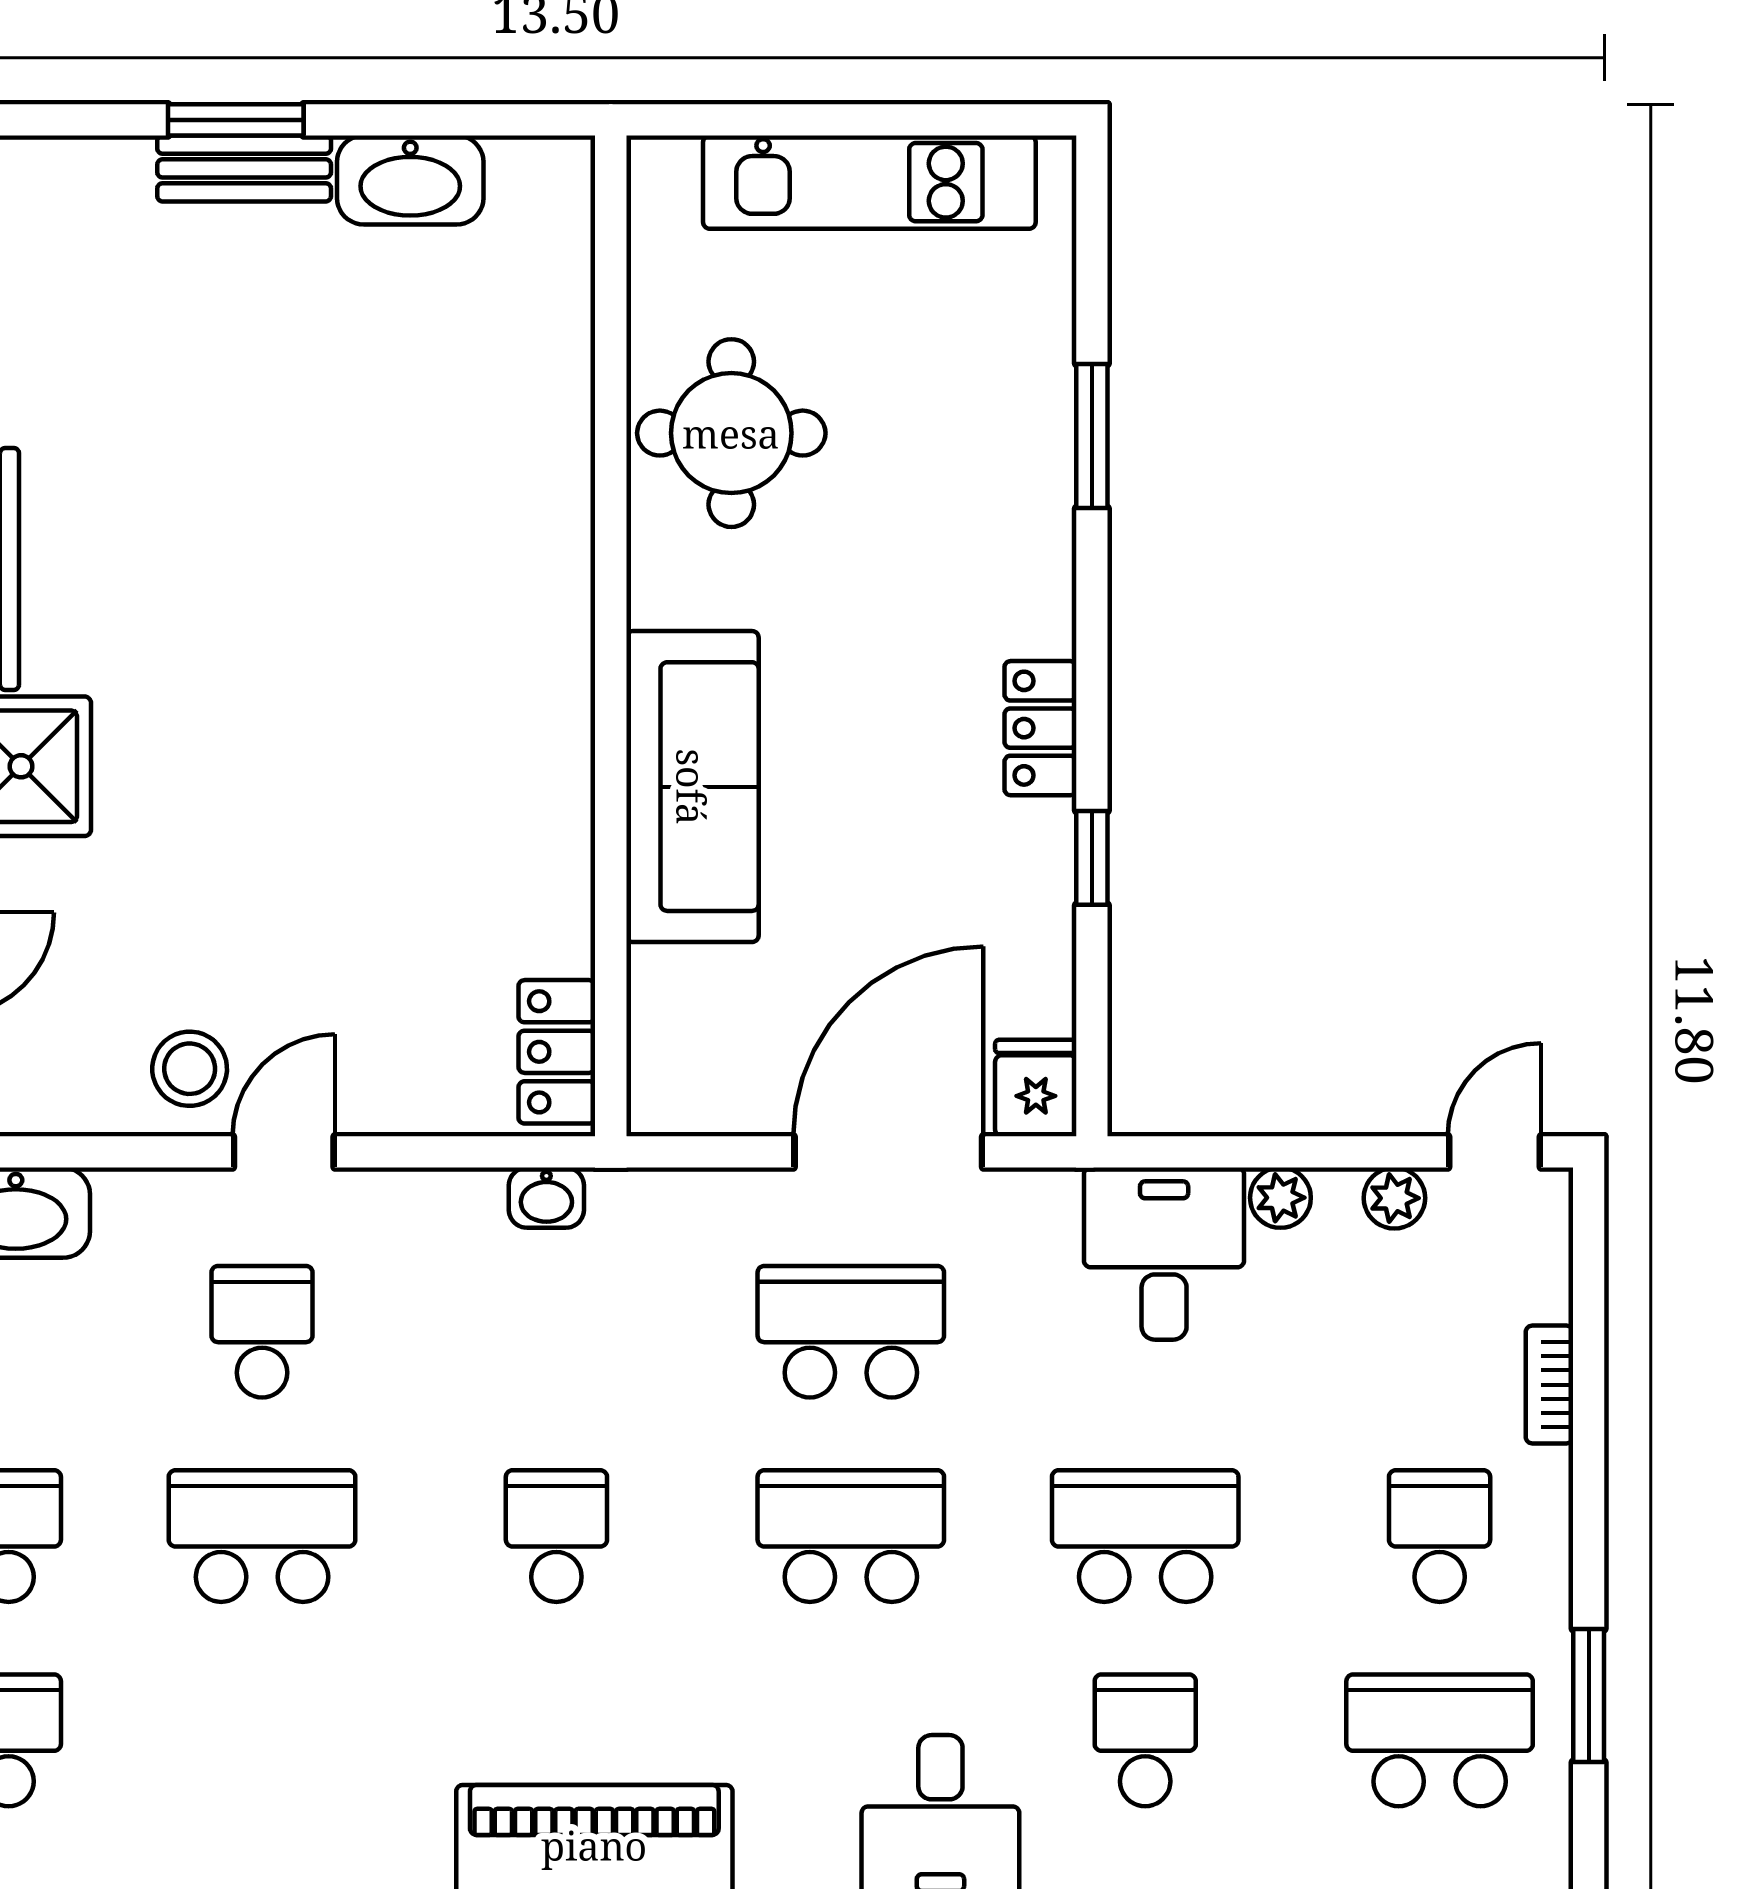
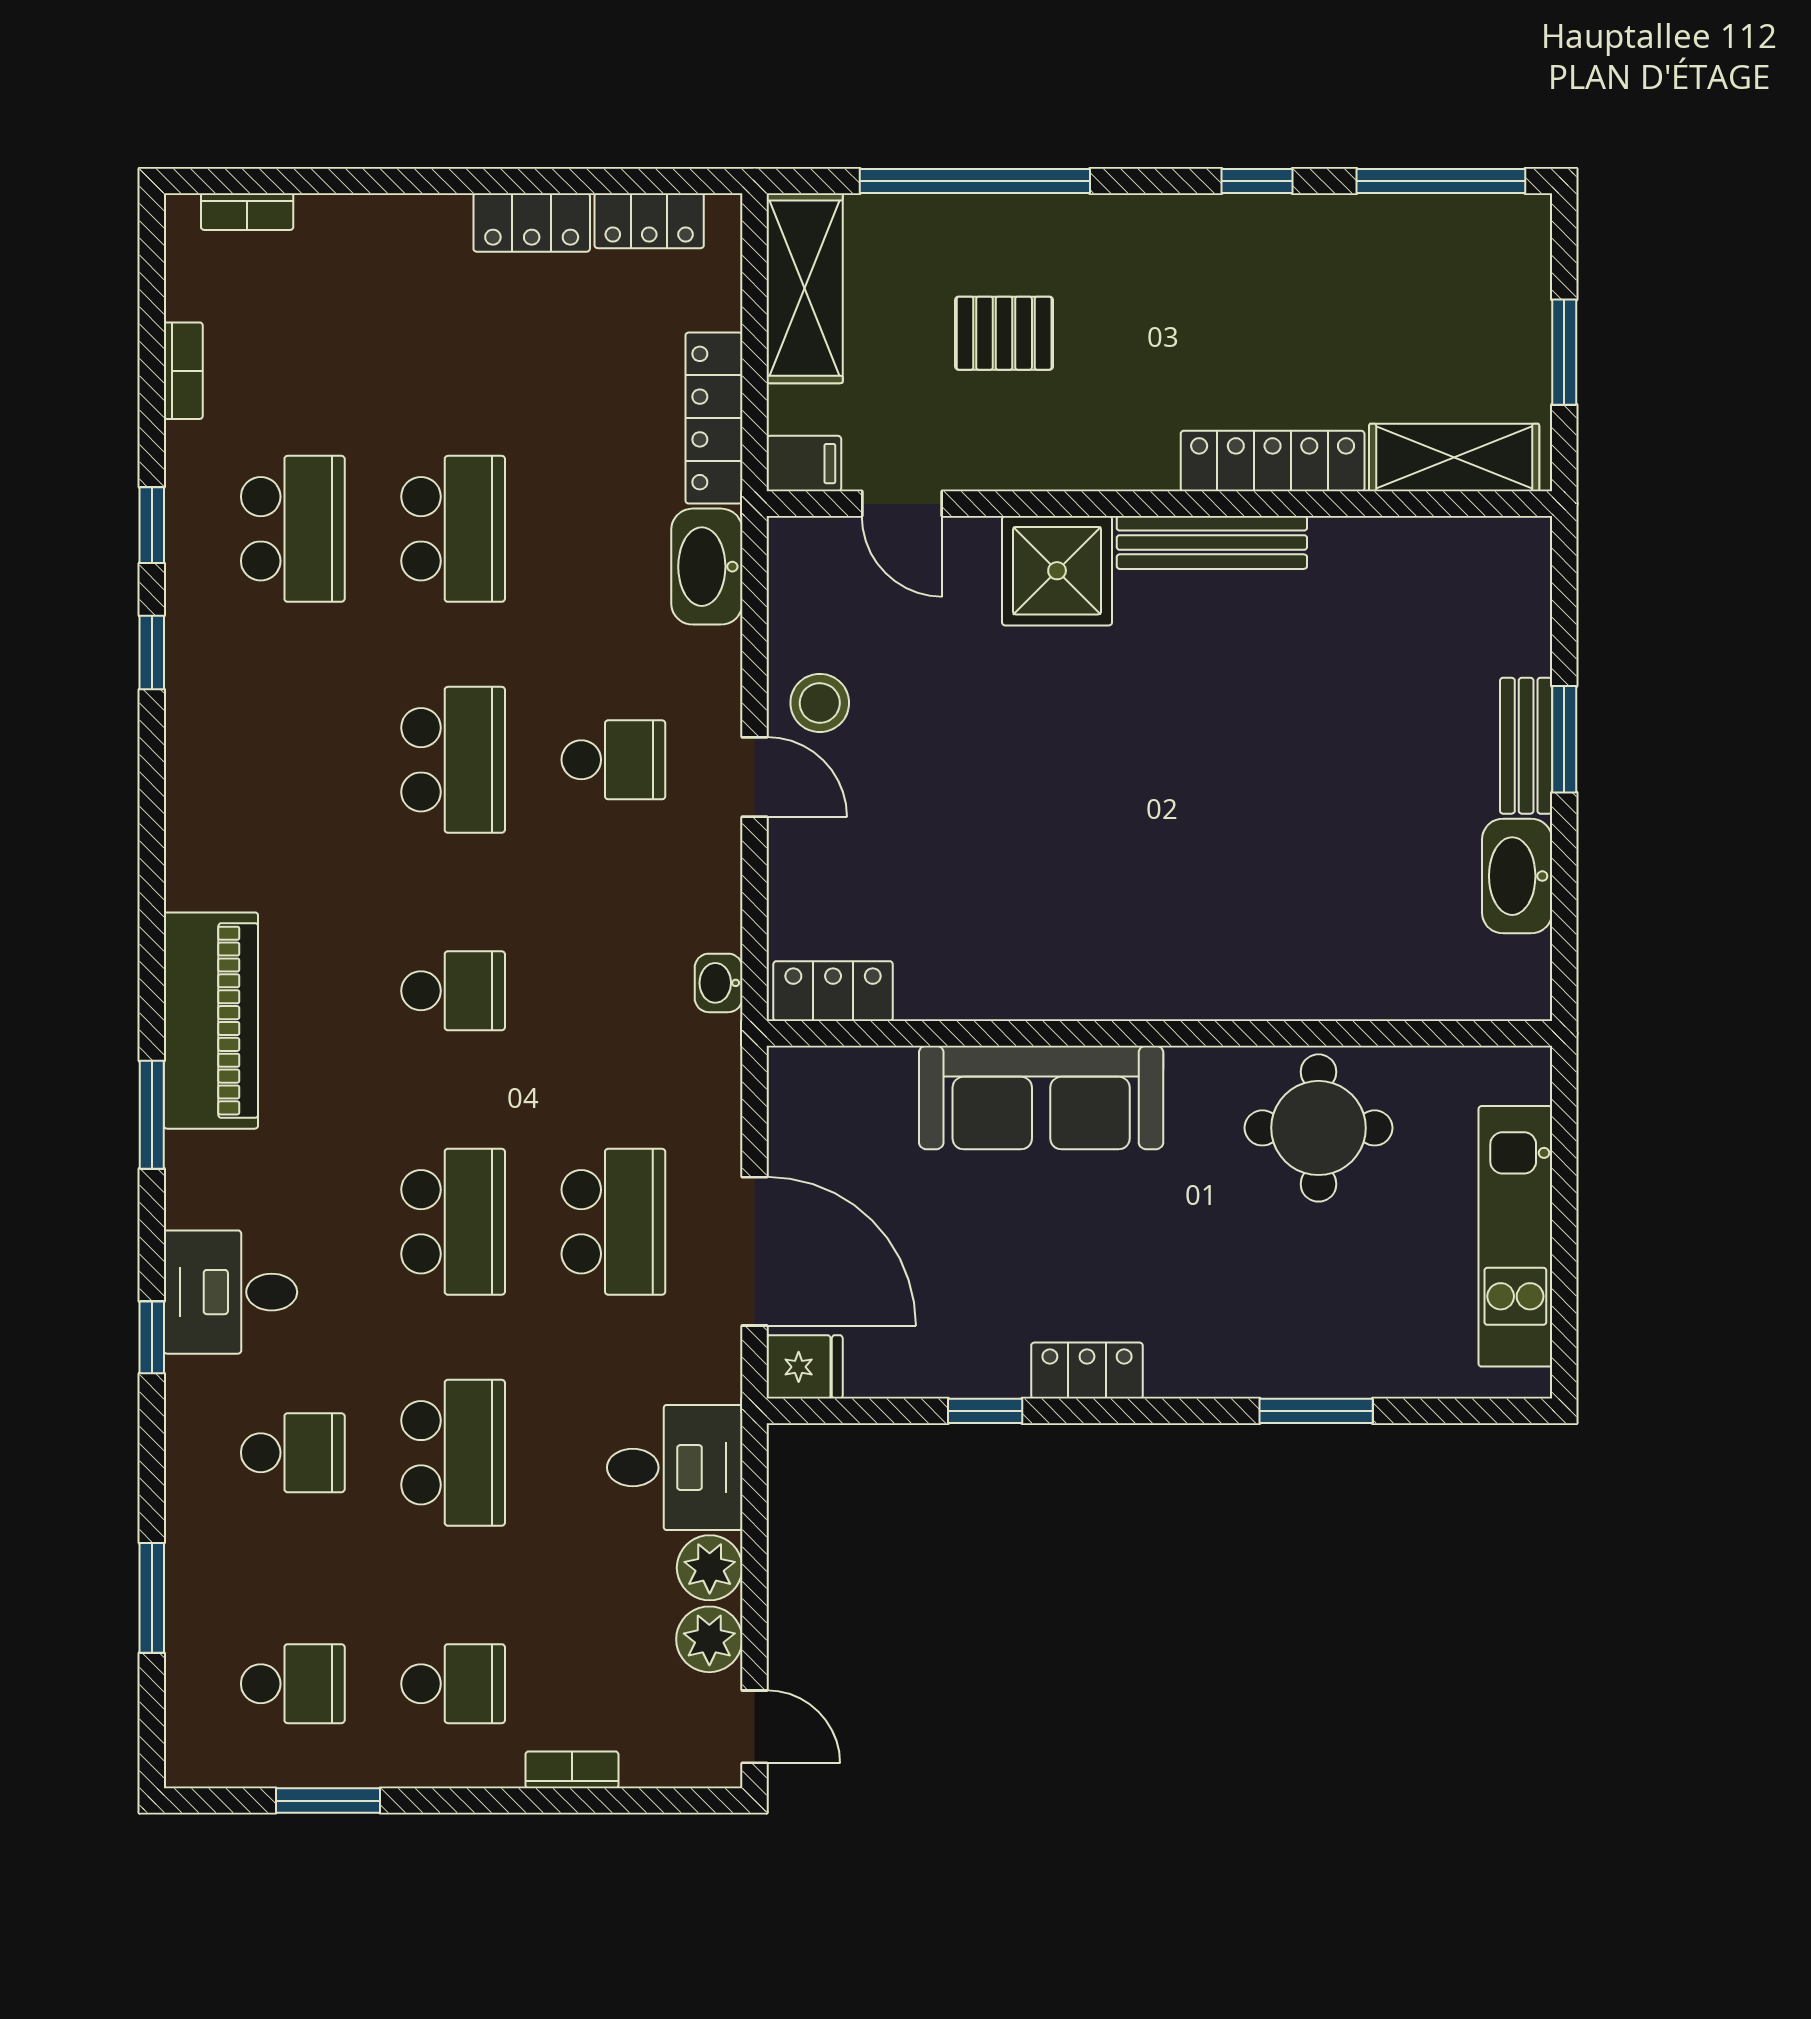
plant: (1280, 1198) -> (710, 1568), width x1.38, depth x1.38
plant: (1394, 1198) -> (709, 1639), width x1.38, depth x1.38
school desk: (1440, 1740) -> (293, 1684), width x0.54

